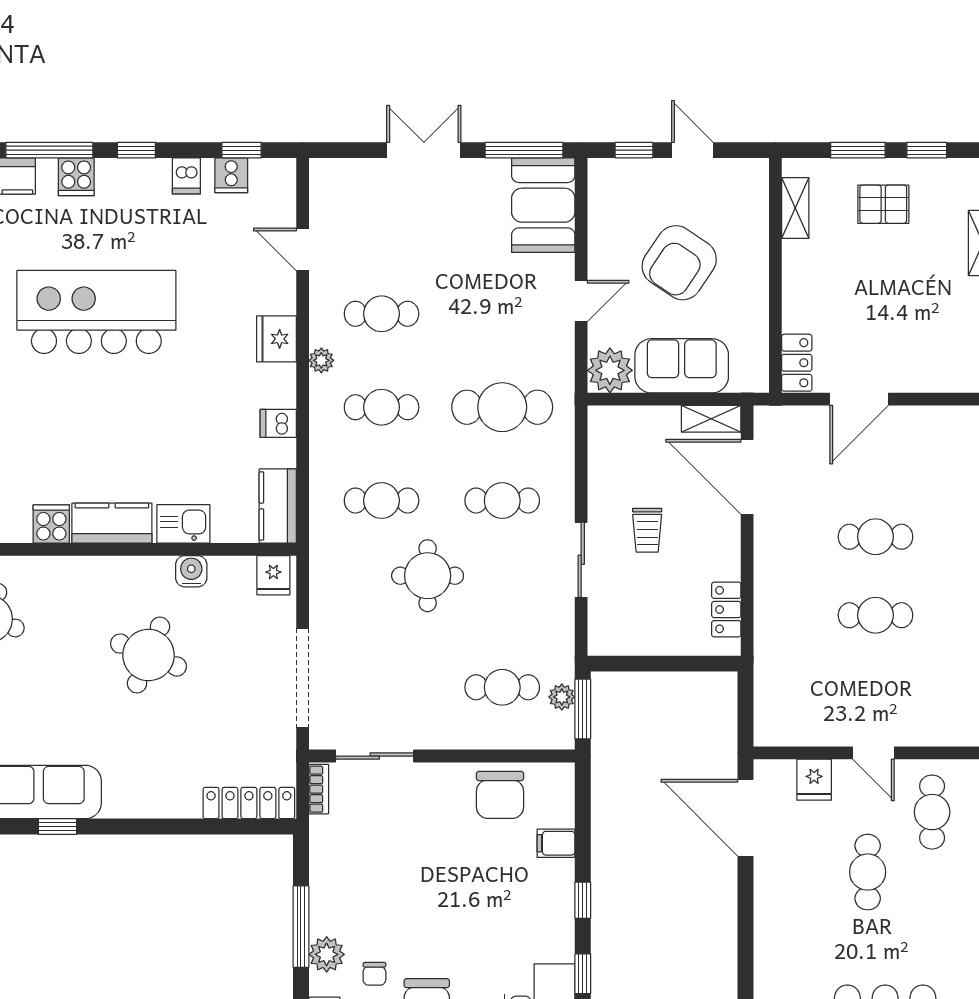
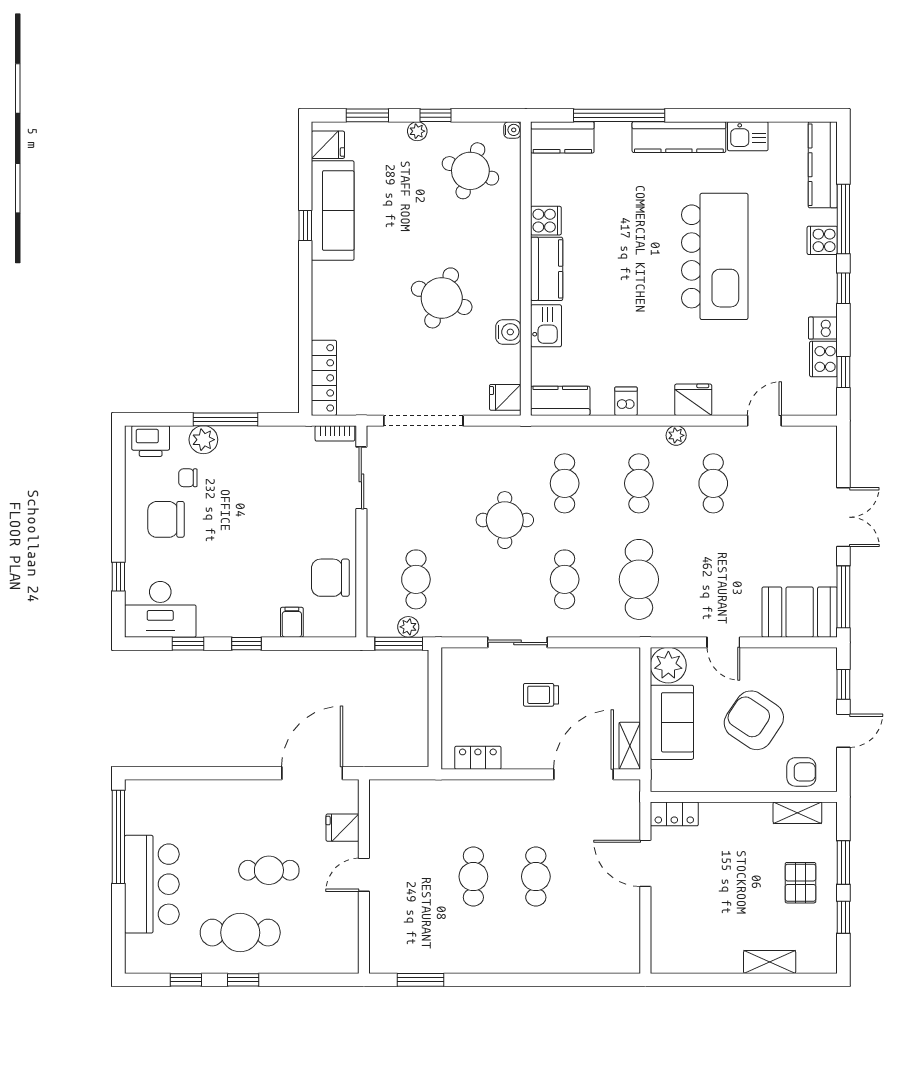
cooker: (231, 175) -> (823, 359), width x1.36
armchair: (744, 203) -> (801, 772), added
cafe table: (932, 812) -> (240, 933), moved, width x1.37, depth x1.35

